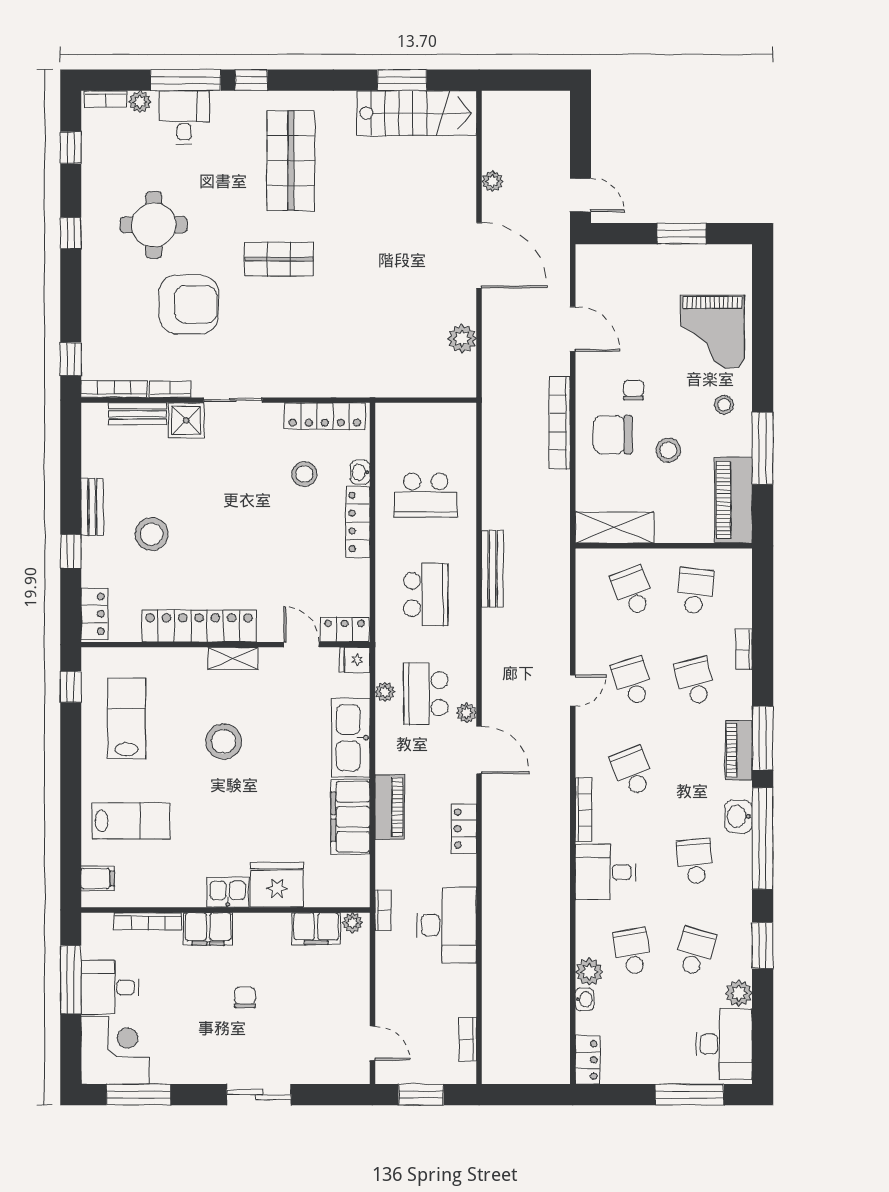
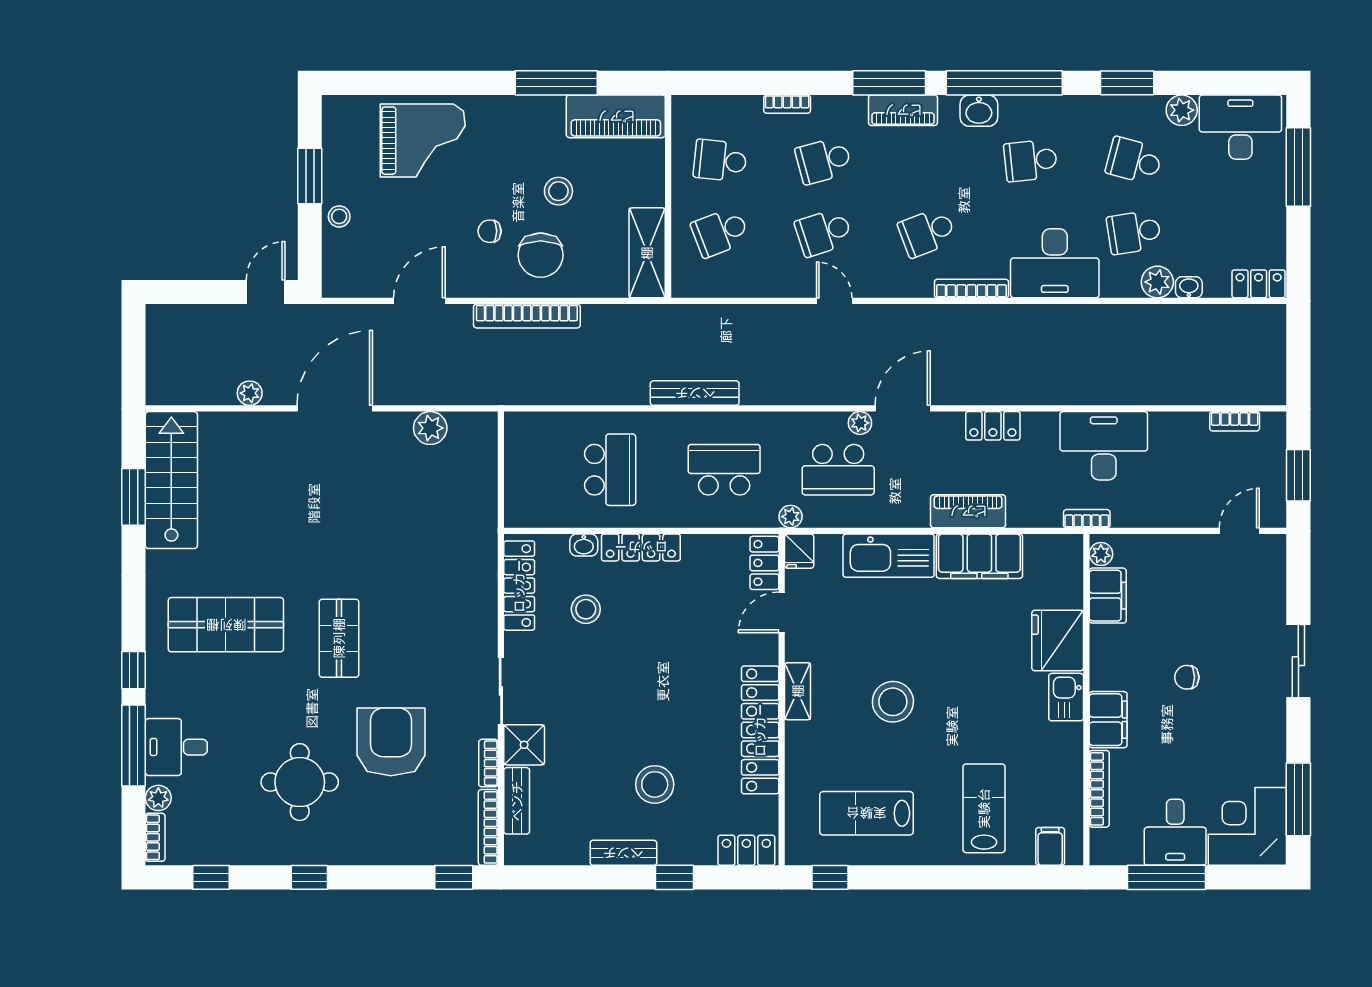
stool: (724, 405) -> (339, 216), moved
plant: (385, 692) -> (791, 517), moved
desk: (605, 872) -> (1055, 263), width x1.37

